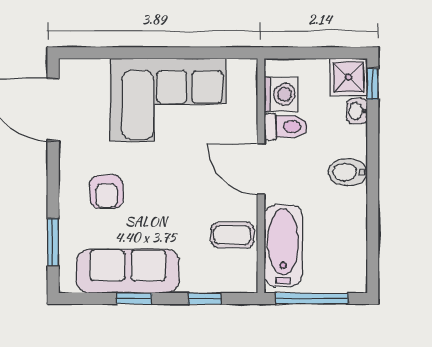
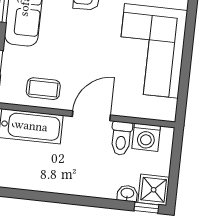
bidet: (348, 172) -> (82, 181), removed
coffee table: (232, 235) -> (43, 89), turned 90

